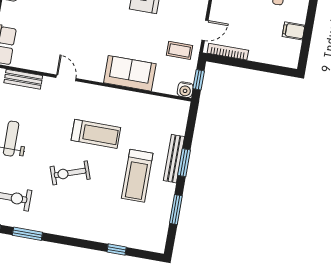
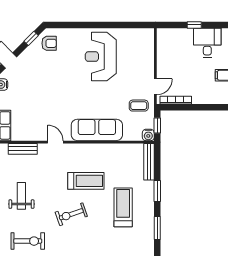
sofa: (130, 73) -> (97, 130), width x1.36
bench: (174, 159) -> (149, 162), moved
treadmill: (137, 176) -> (123, 207), turned 180

